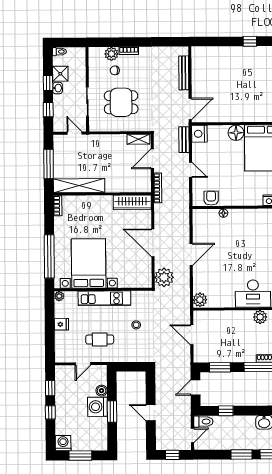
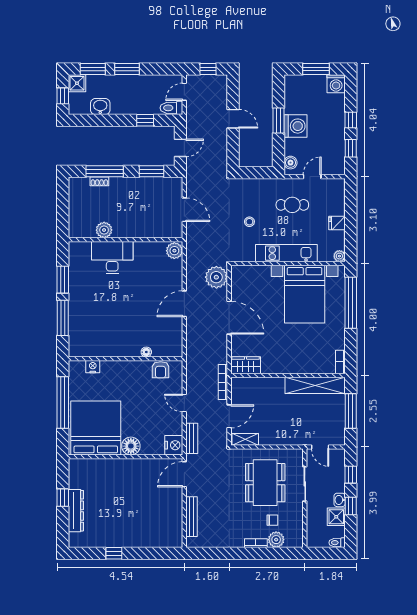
dining table: (121, 102) -> (265, 483), width x1.38
wardrobe: (132, 202) -> (246, 365), width x0.67
boiler: (102, 391) -> (290, 163), moved

